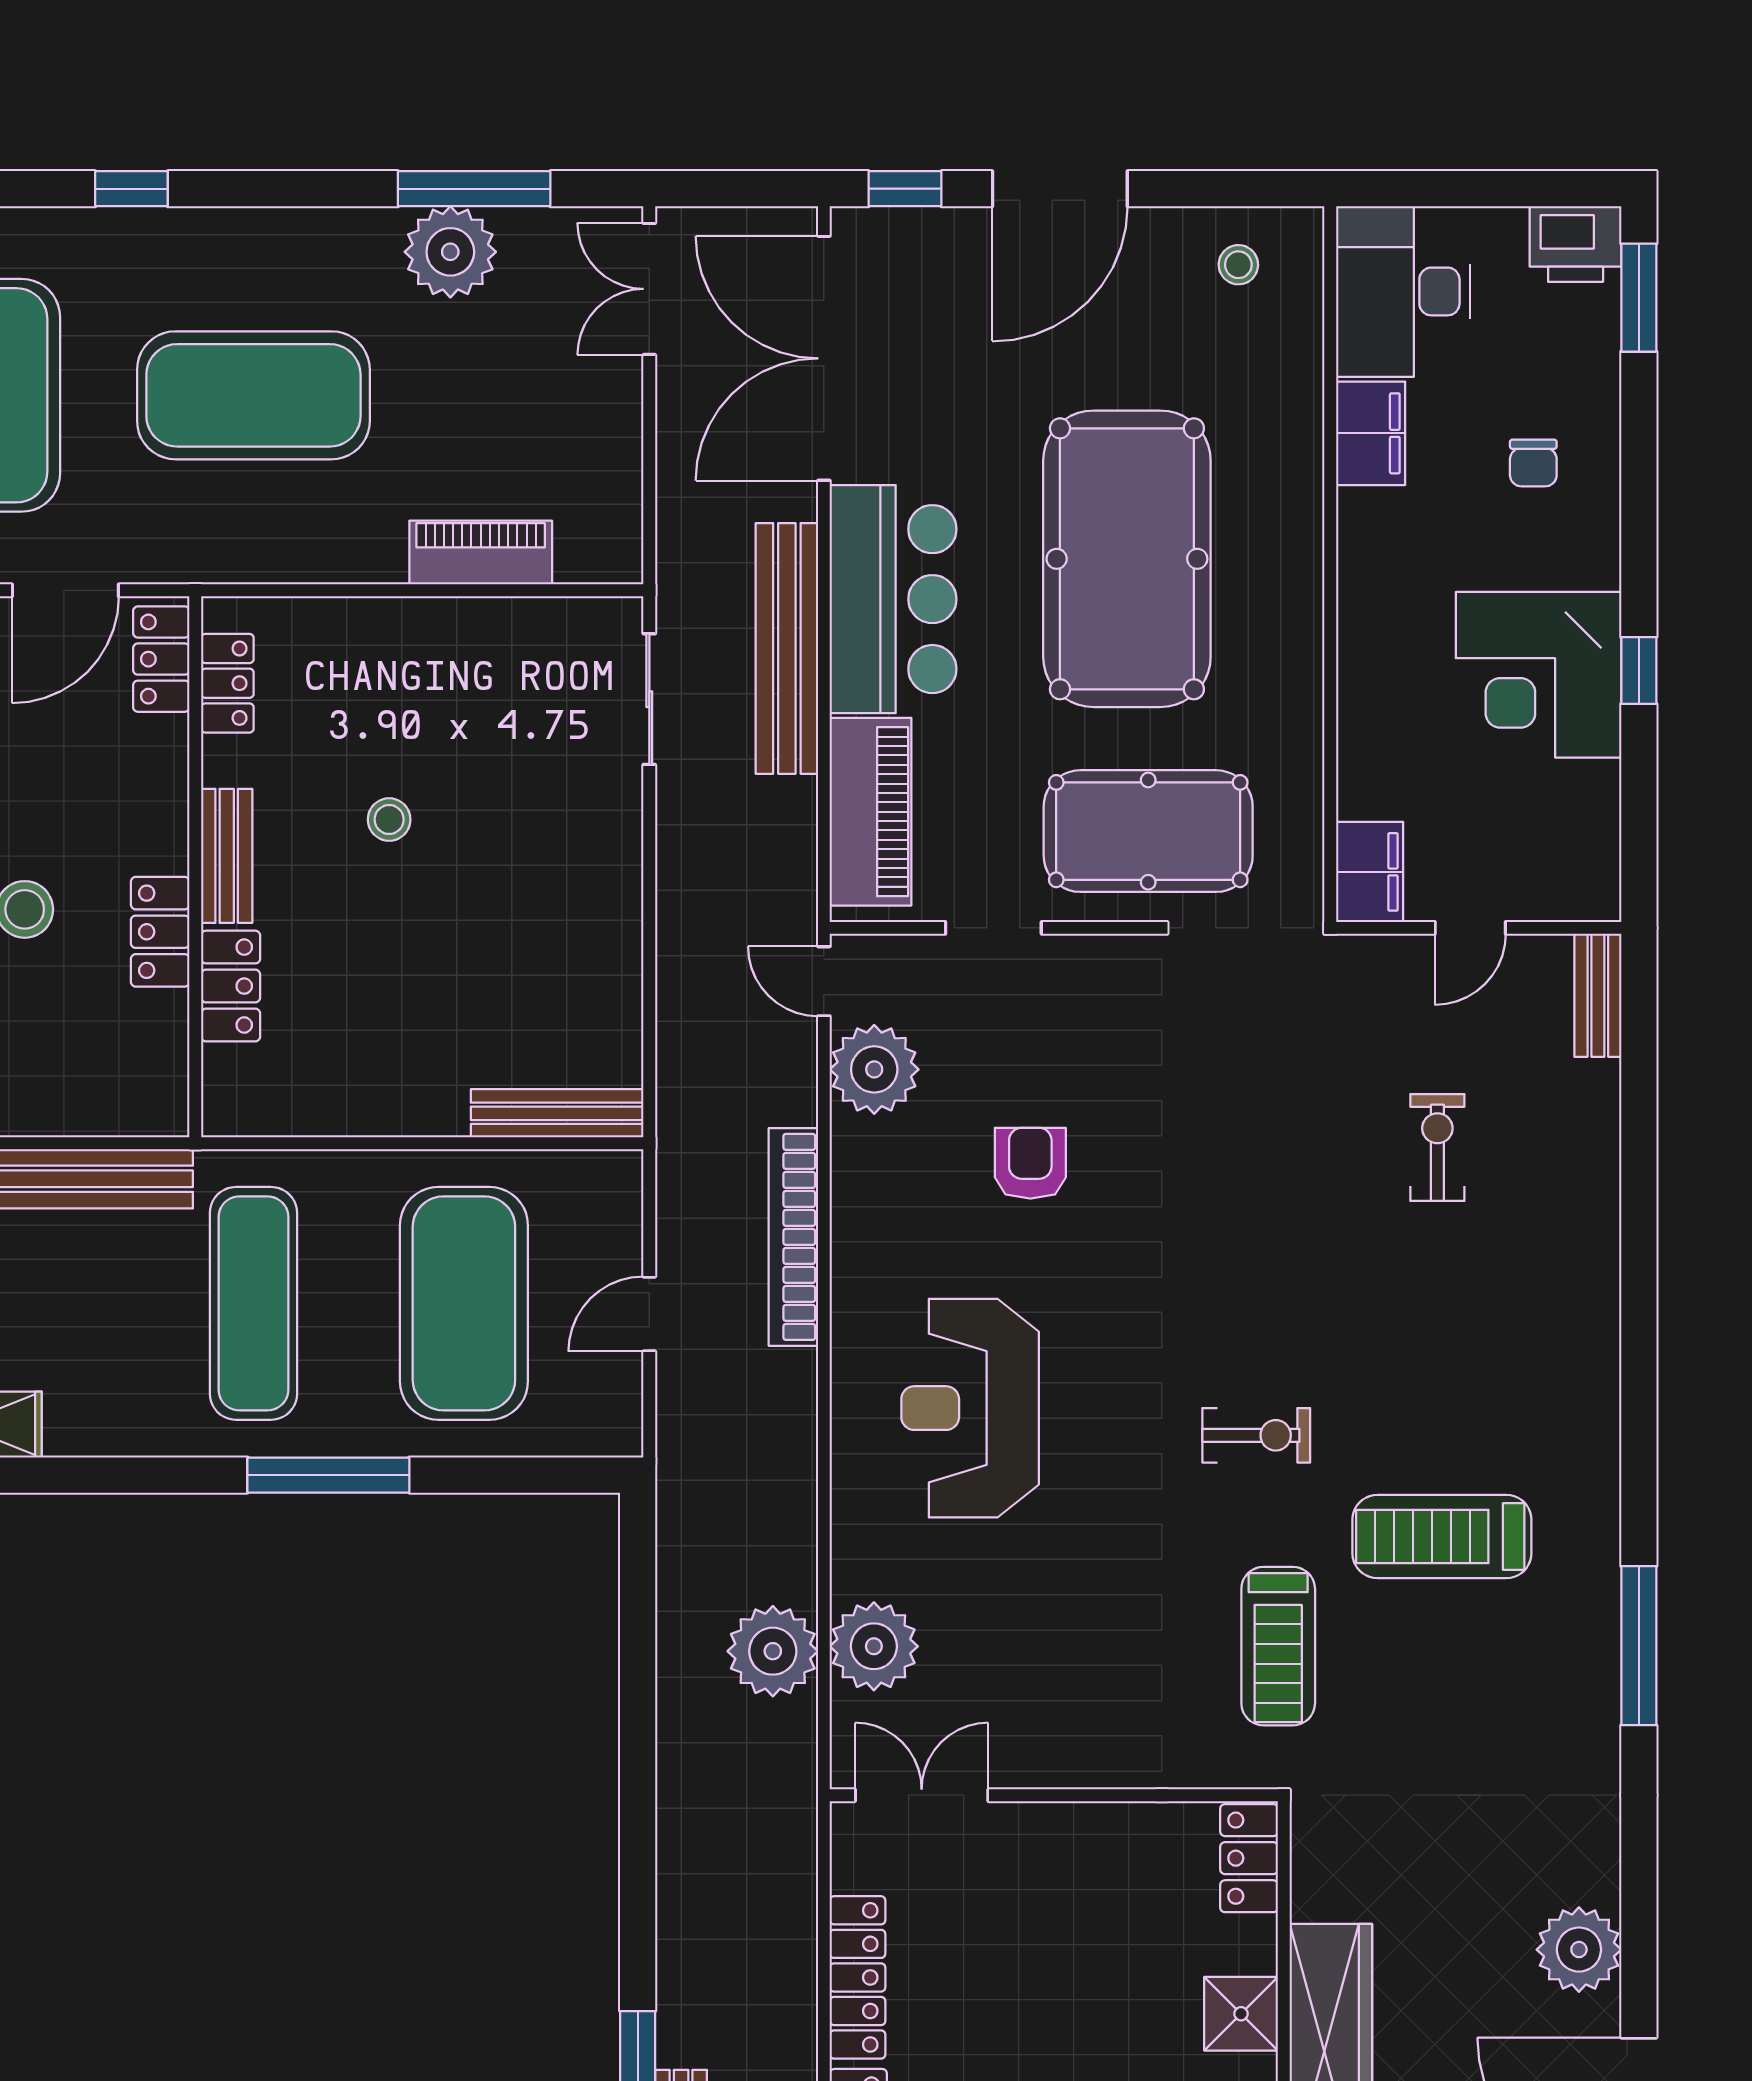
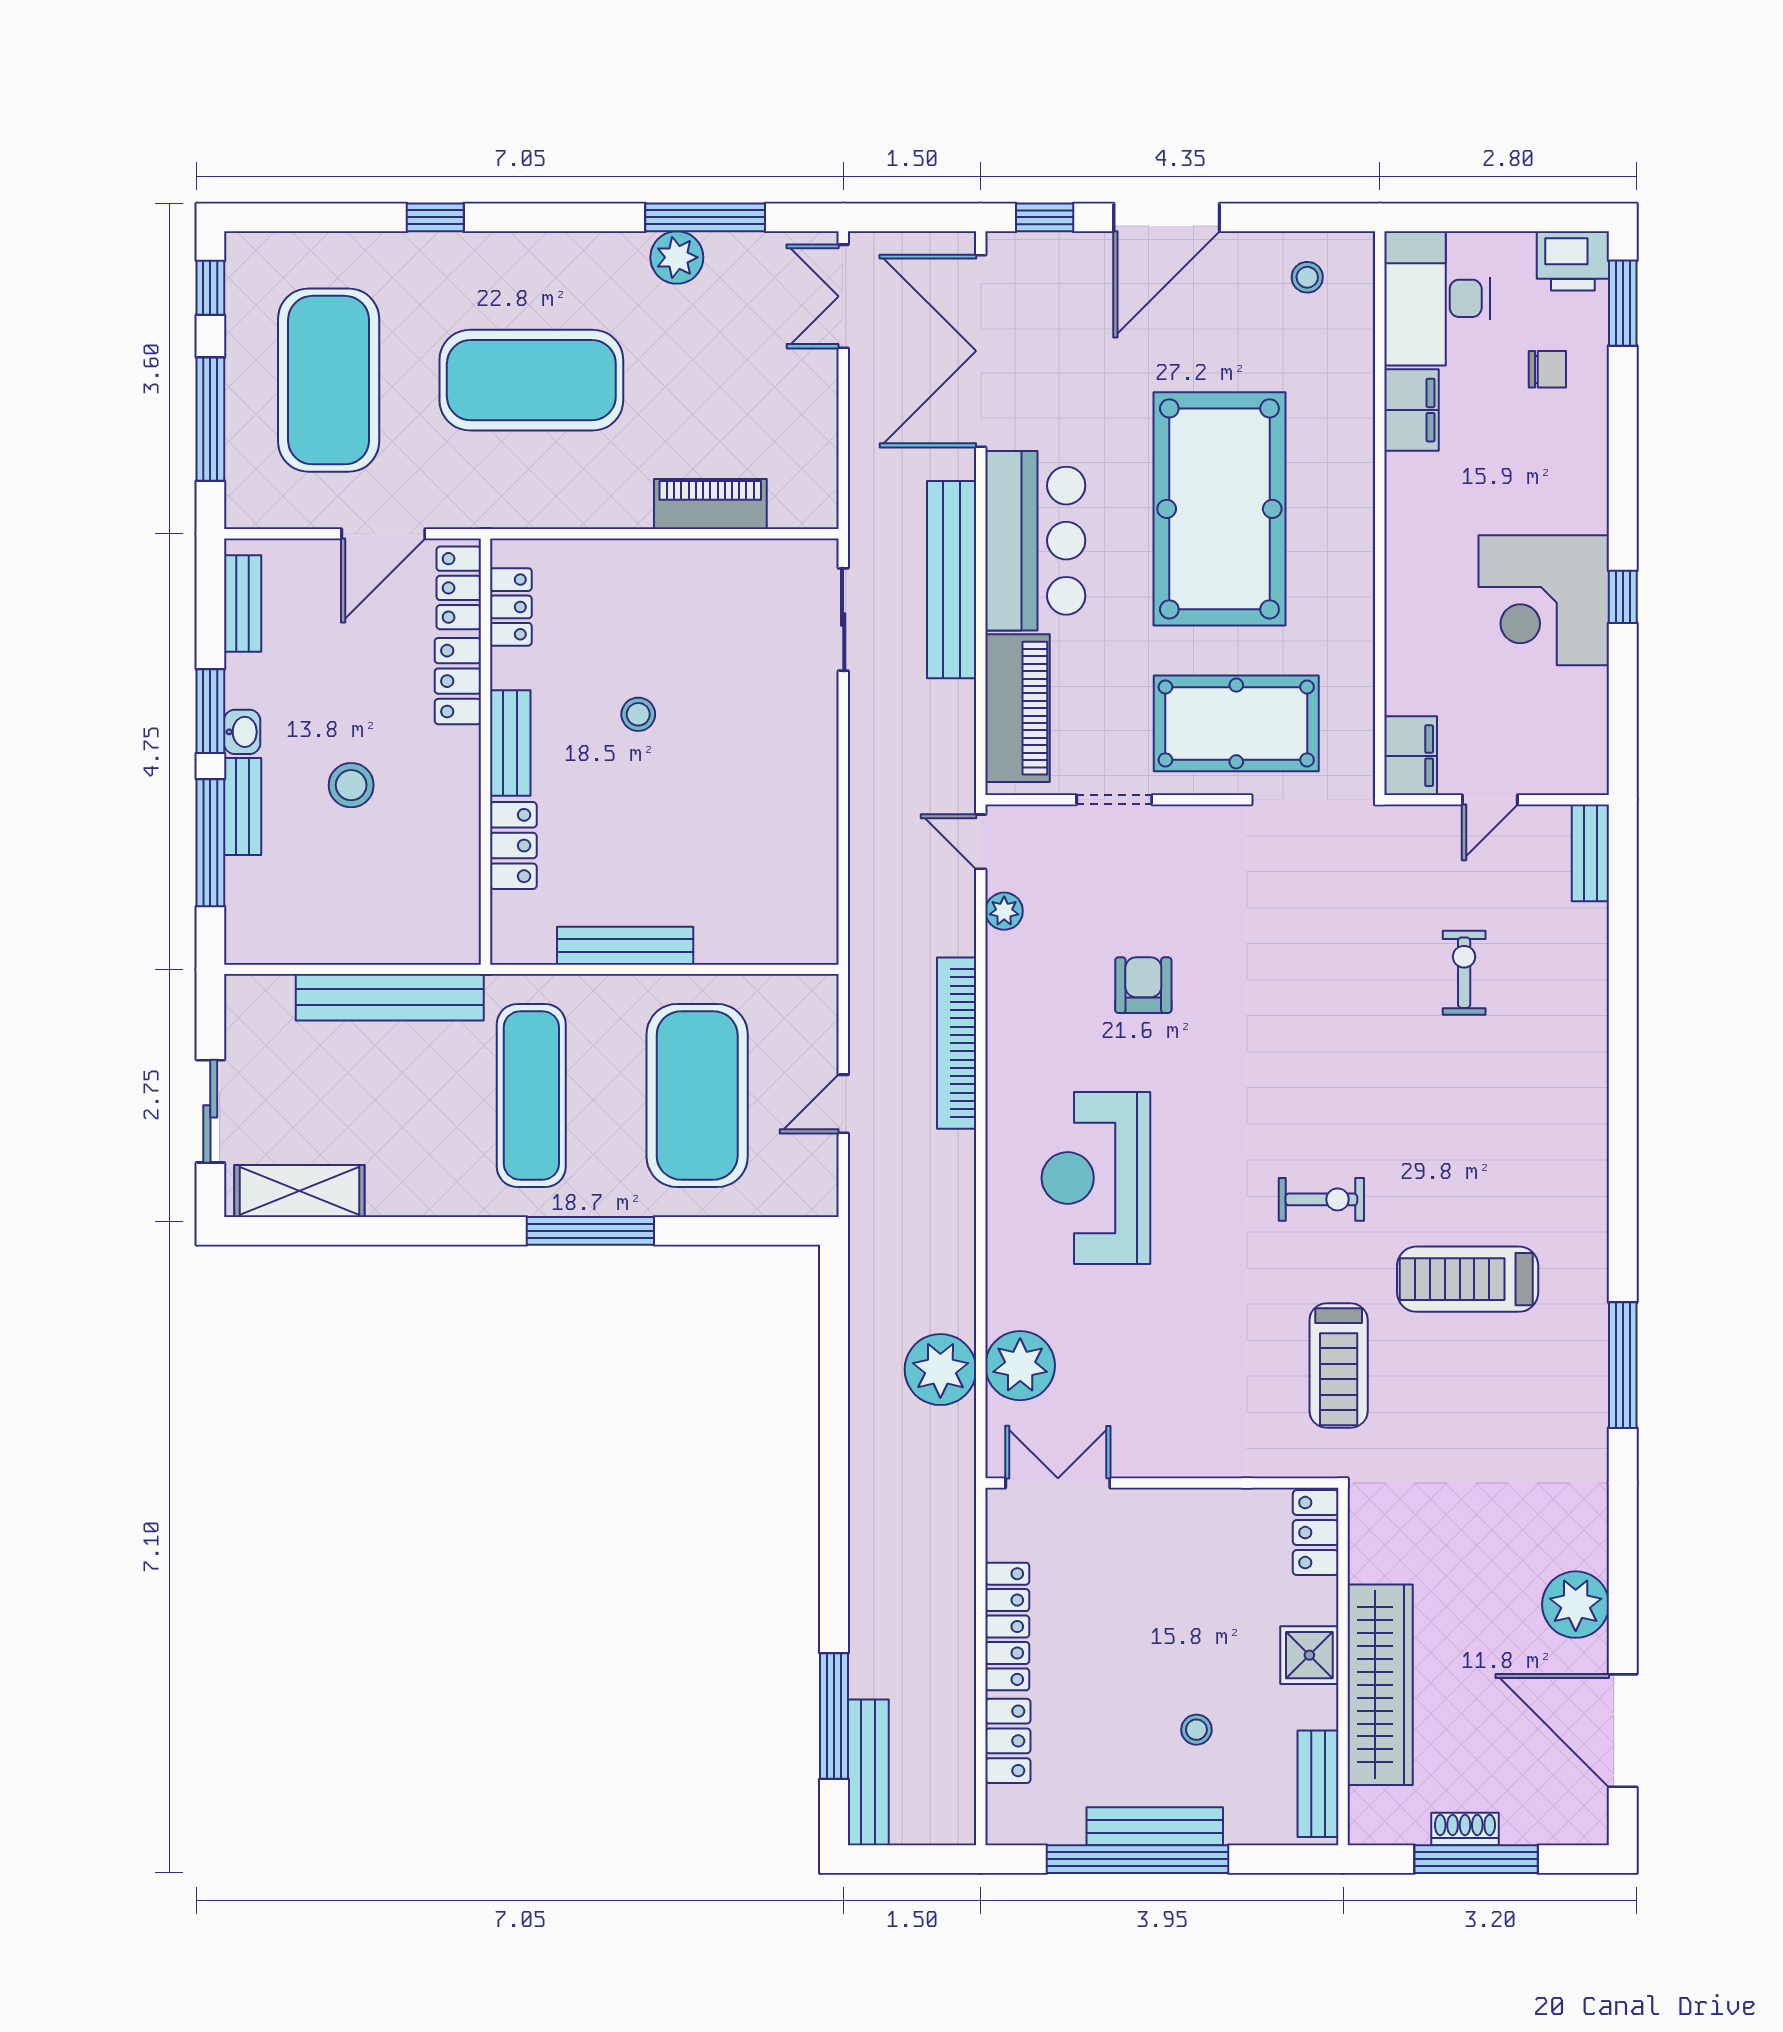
plant: (450, 252) -> (677, 257), width x0.73, depth x0.73
chair: (1533, 463) -> (1547, 369), moved, turned -90
locker: (160, 932) -> (458, 681), moved
plant: (874, 1069) -> (1004, 911), width x0.53, depth x0.53
bench: (557, 1113) -> (625, 946), moved

